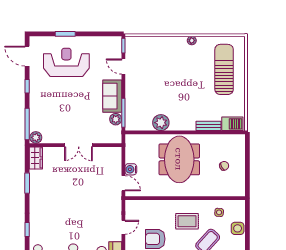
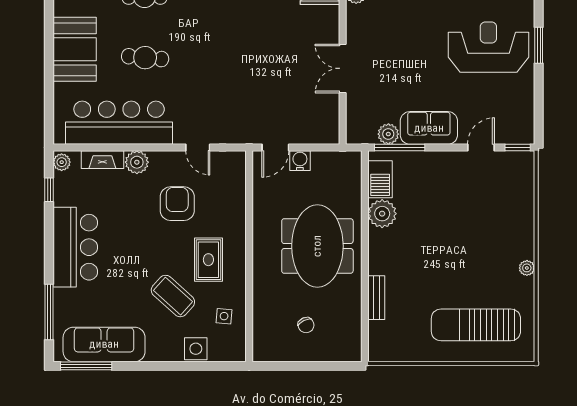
reception desk: (66, 62) -> (488, 47), turned -90
sun lounger: (224, 69) -> (476, 325), turned 180
barbecue: (232, 124) -> (380, 179), moved
meeting table: (179, 159) -> (317, 246), turned 90

